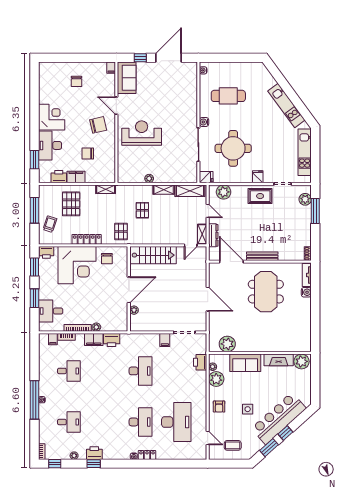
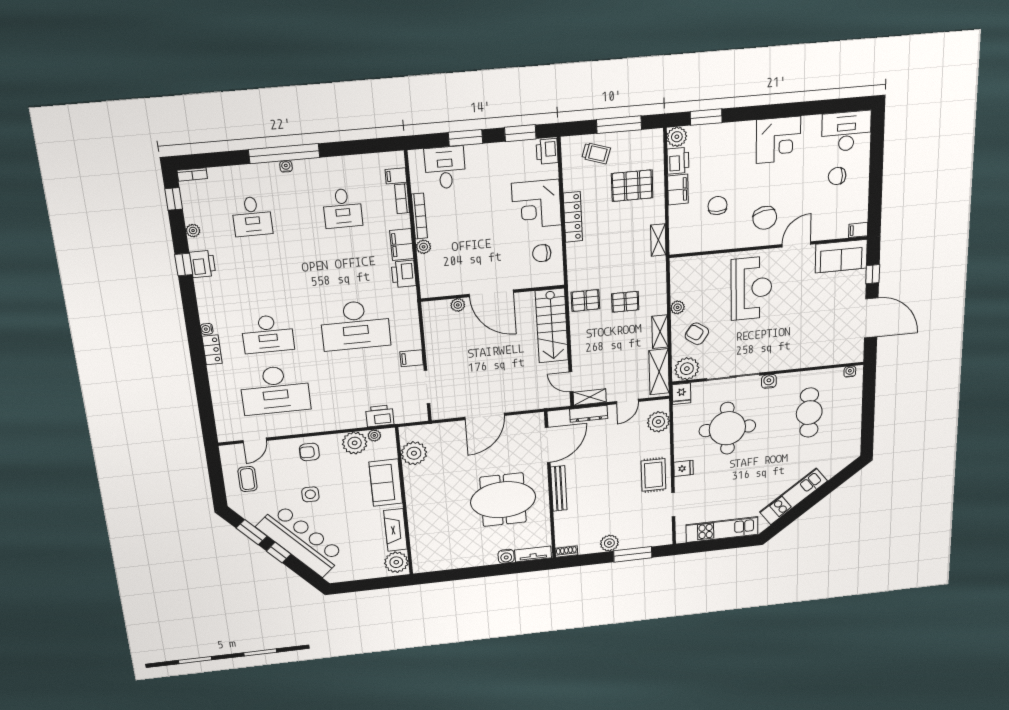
desk: (50, 145) -> (846, 131), moved
armchair: (167, 167) -> (697, 334), added
plant: (190, 173) -> (687, 369), added
plant: (44, 177) -> (677, 137), added
plant: (305, 199) -> (609, 543), moved
pallet: (121, 232) -> (585, 301), moved
corner desk: (77, 265) -> (536, 204), width x0.74, depth x0.74
desk: (141, 371) -> (355, 325), width x1.36, depth x1.30

